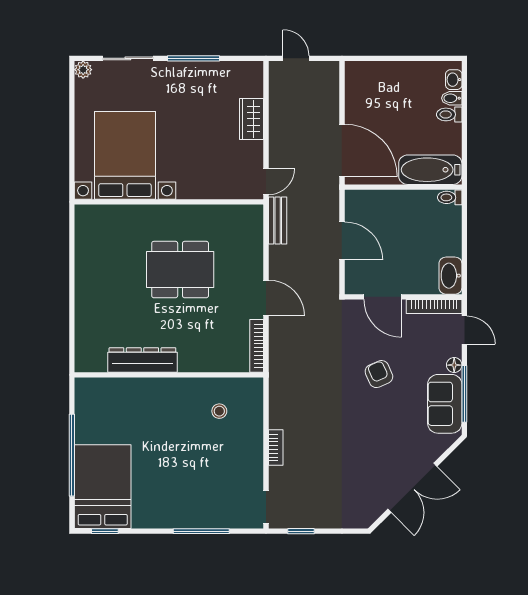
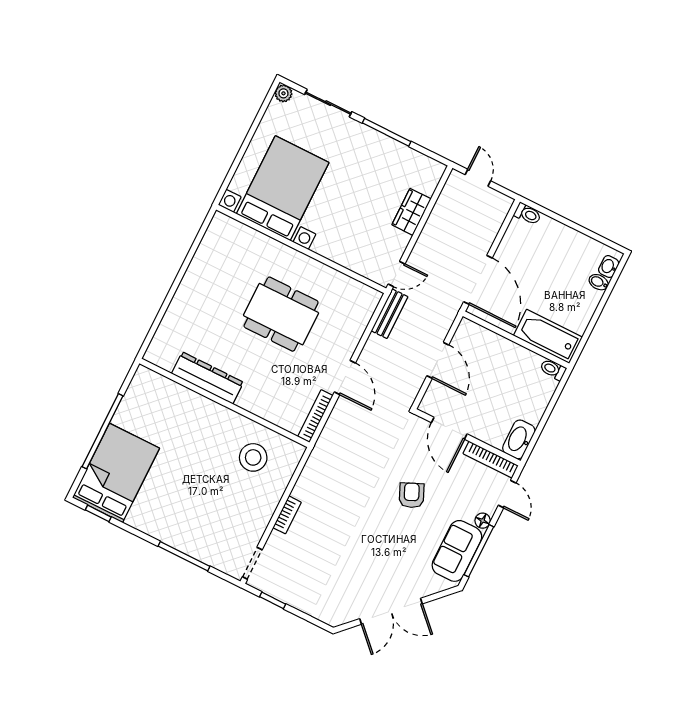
toilet: (449, 114) -> (528, 214), moved, turned 180
stool: (219, 411) -> (253, 457), width x1.89, depth x1.89

